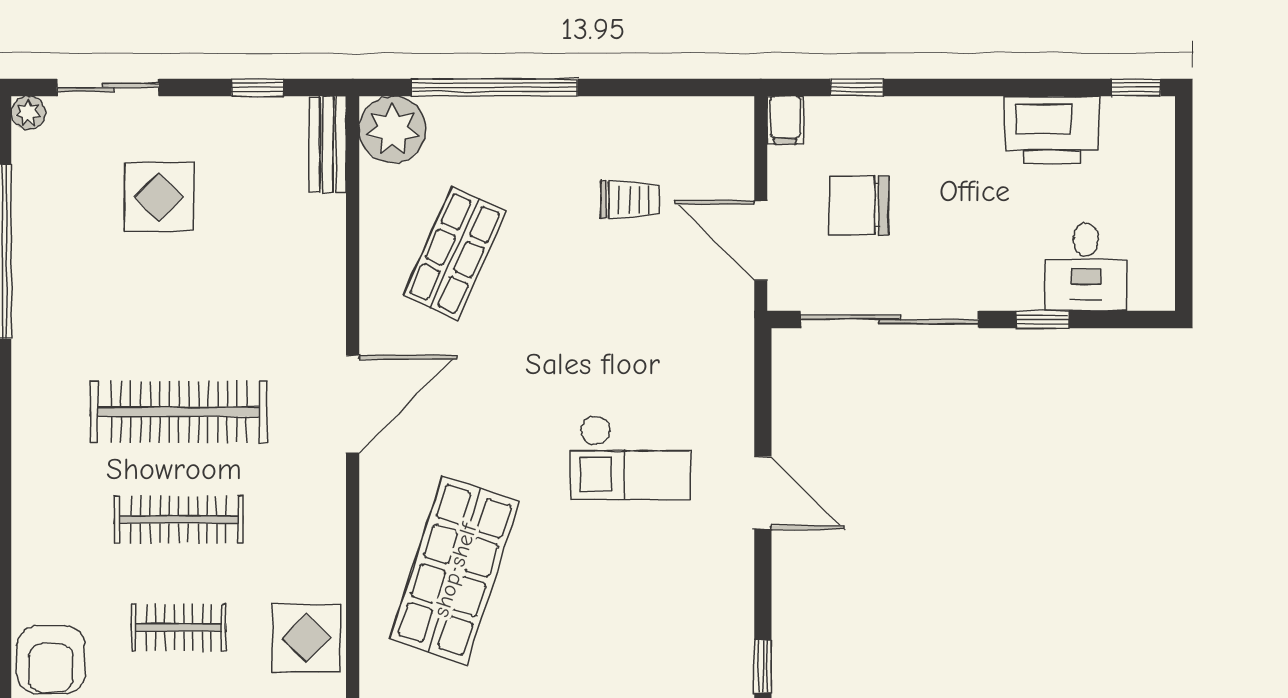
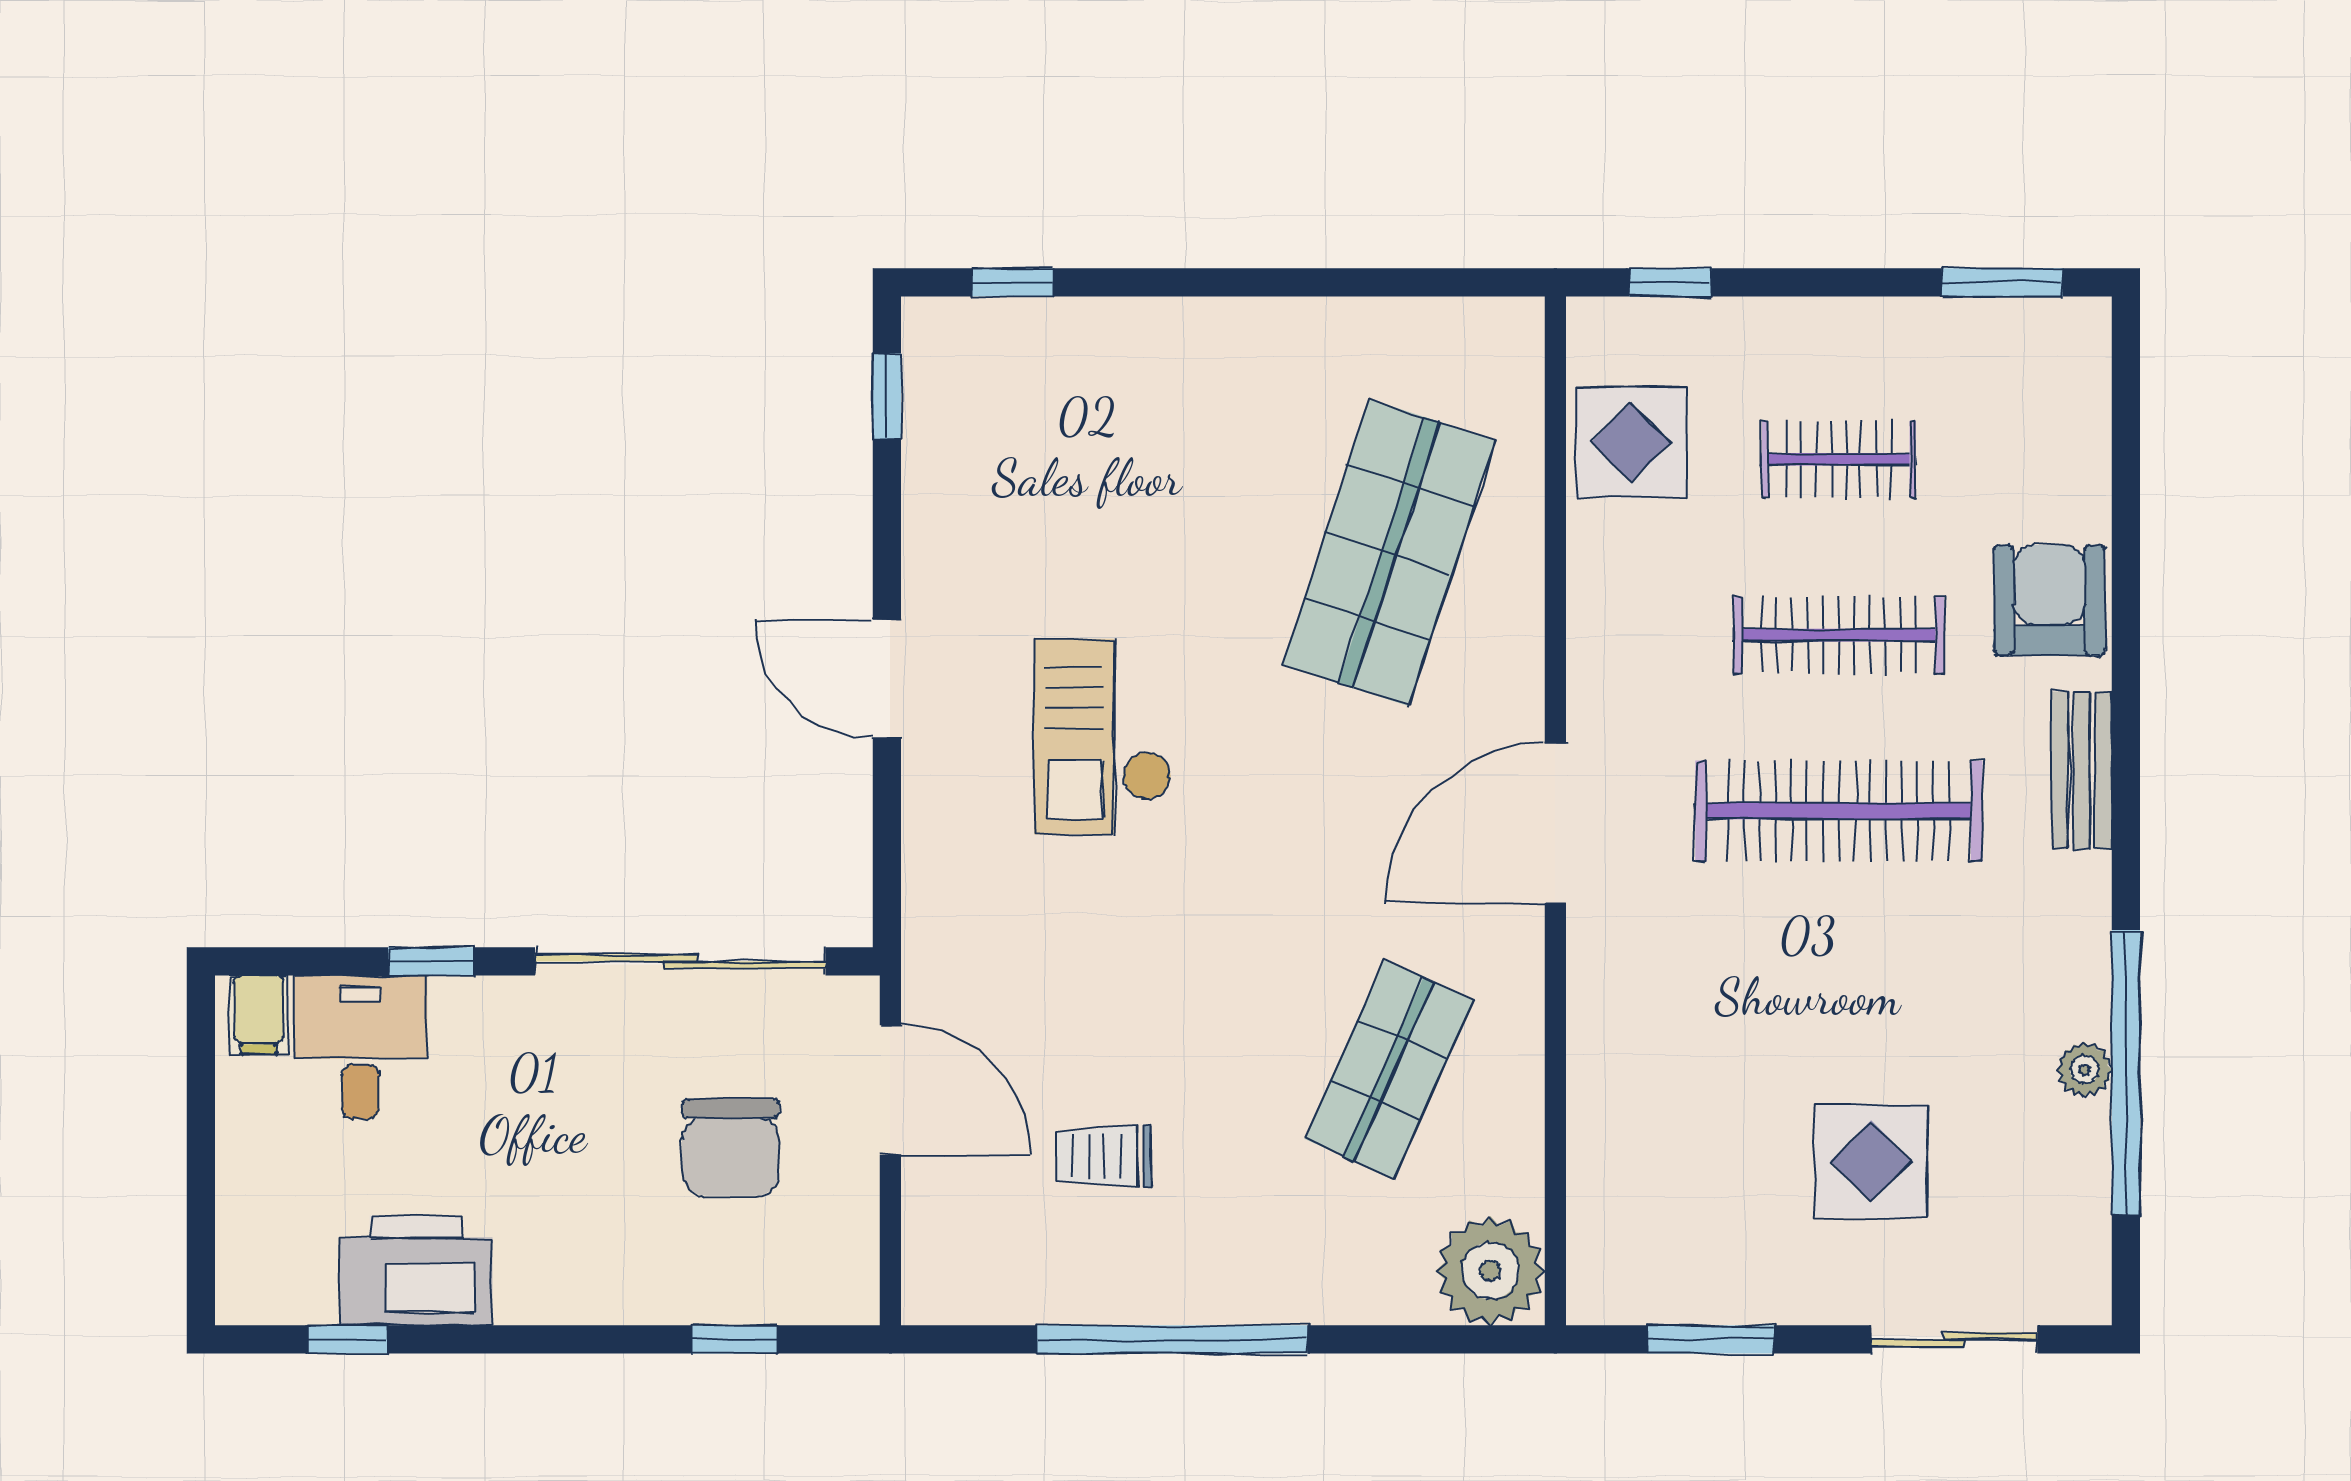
window: (257, 87) -> (1711, 1339), width x1.50
window: (494, 87) -> (1172, 1339), moved
window: (1136, 87) -> (347, 1339), moved
plant: (28, 113) -> (2084, 1070), moved
filing cabinet: (785, 120) -> (259, 1015), moved, turned 180
bench: (328, 144) -> (2082, 770), moved
chair: (859, 205) -> (731, 1147), turned 90
checkout: (630, 457) -> (1103, 737), turned -90
armchair: (51, 660) -> (2049, 600), moved

